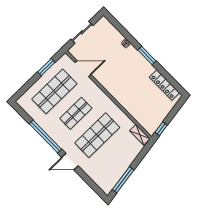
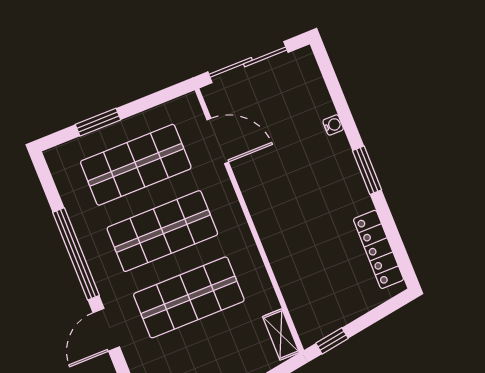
sliding door: (82, 32) -> (248, 62), width x1.37
window: (46, 67) -> (98, 122), moved
shop shelf: (76, 113) -> (162, 231), width x1.43, depth x1.36
door: (70, 162) -> (106, 330), hinge flipped

